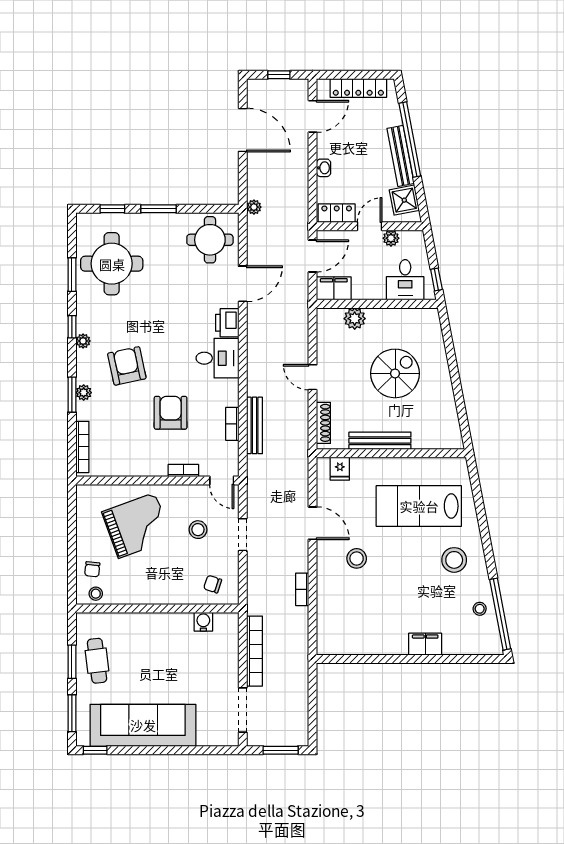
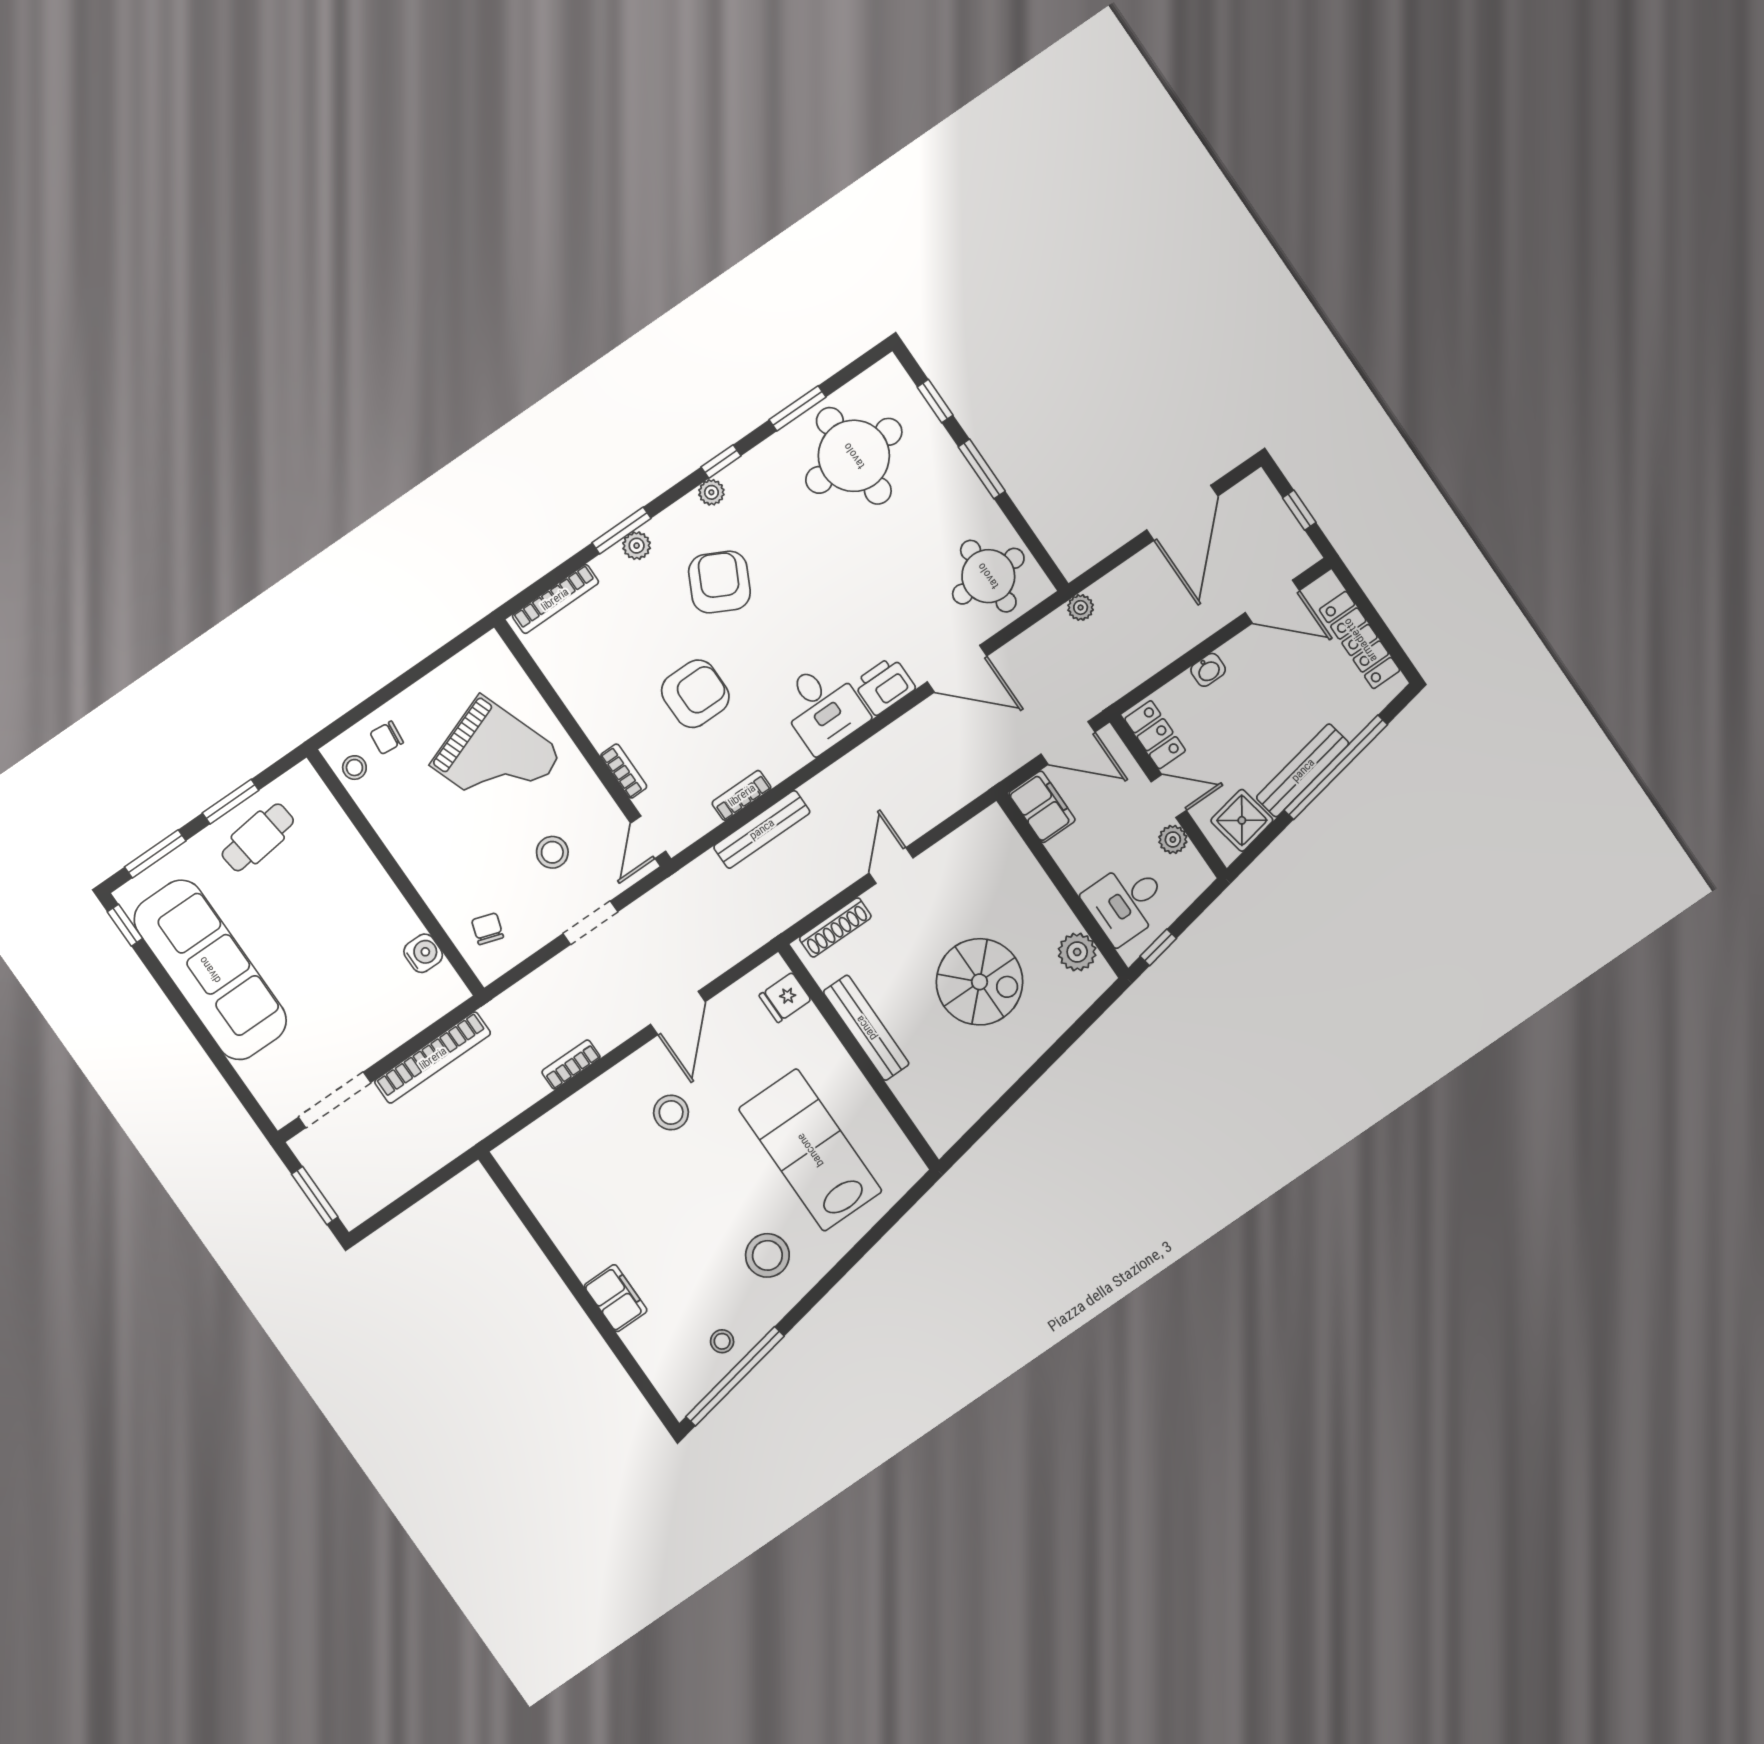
plant: (355, 319) -> (1077, 952), moved
armchair: (127, 366) -> (719, 582), turned -51

